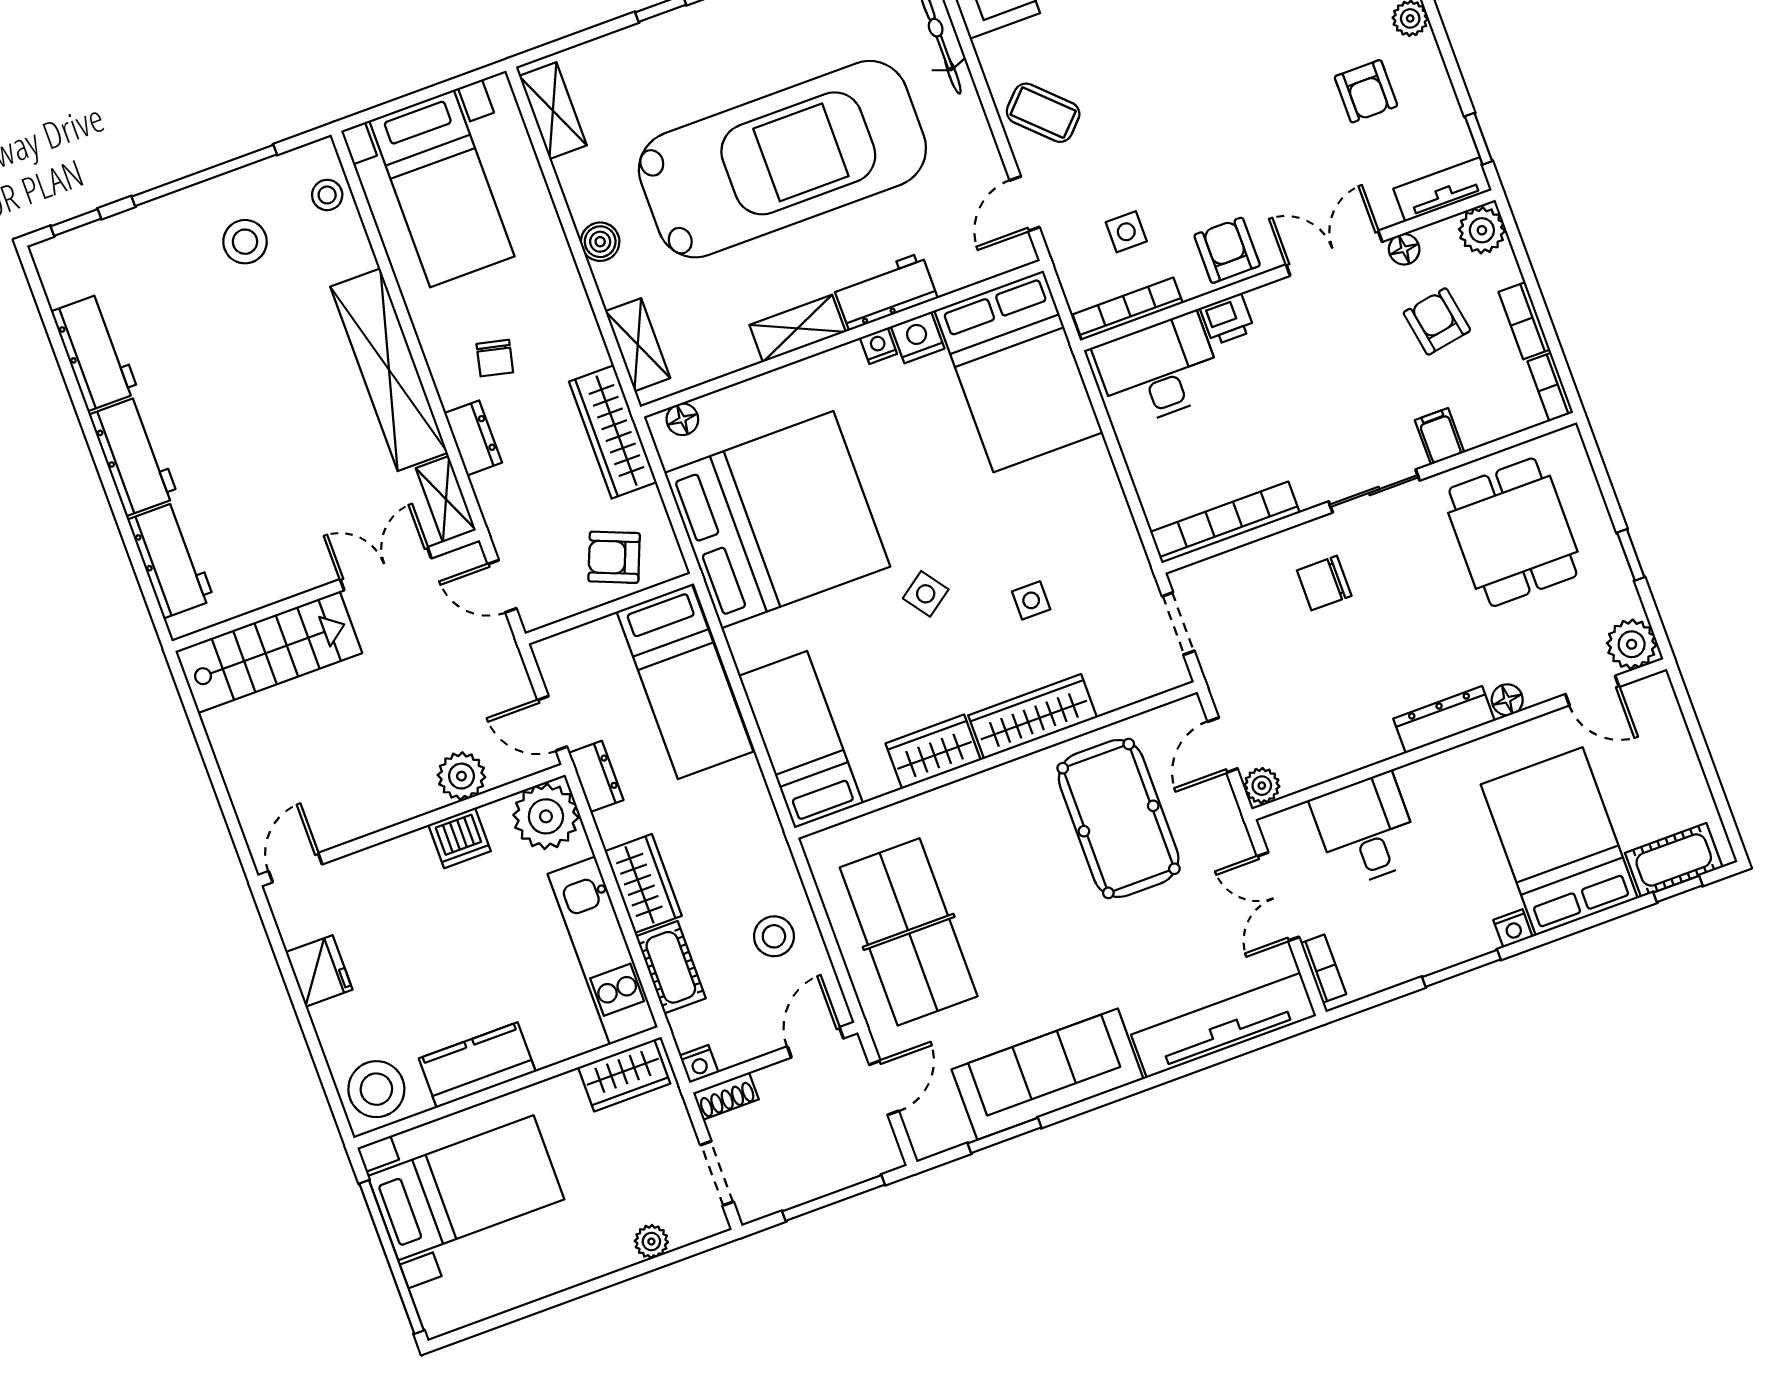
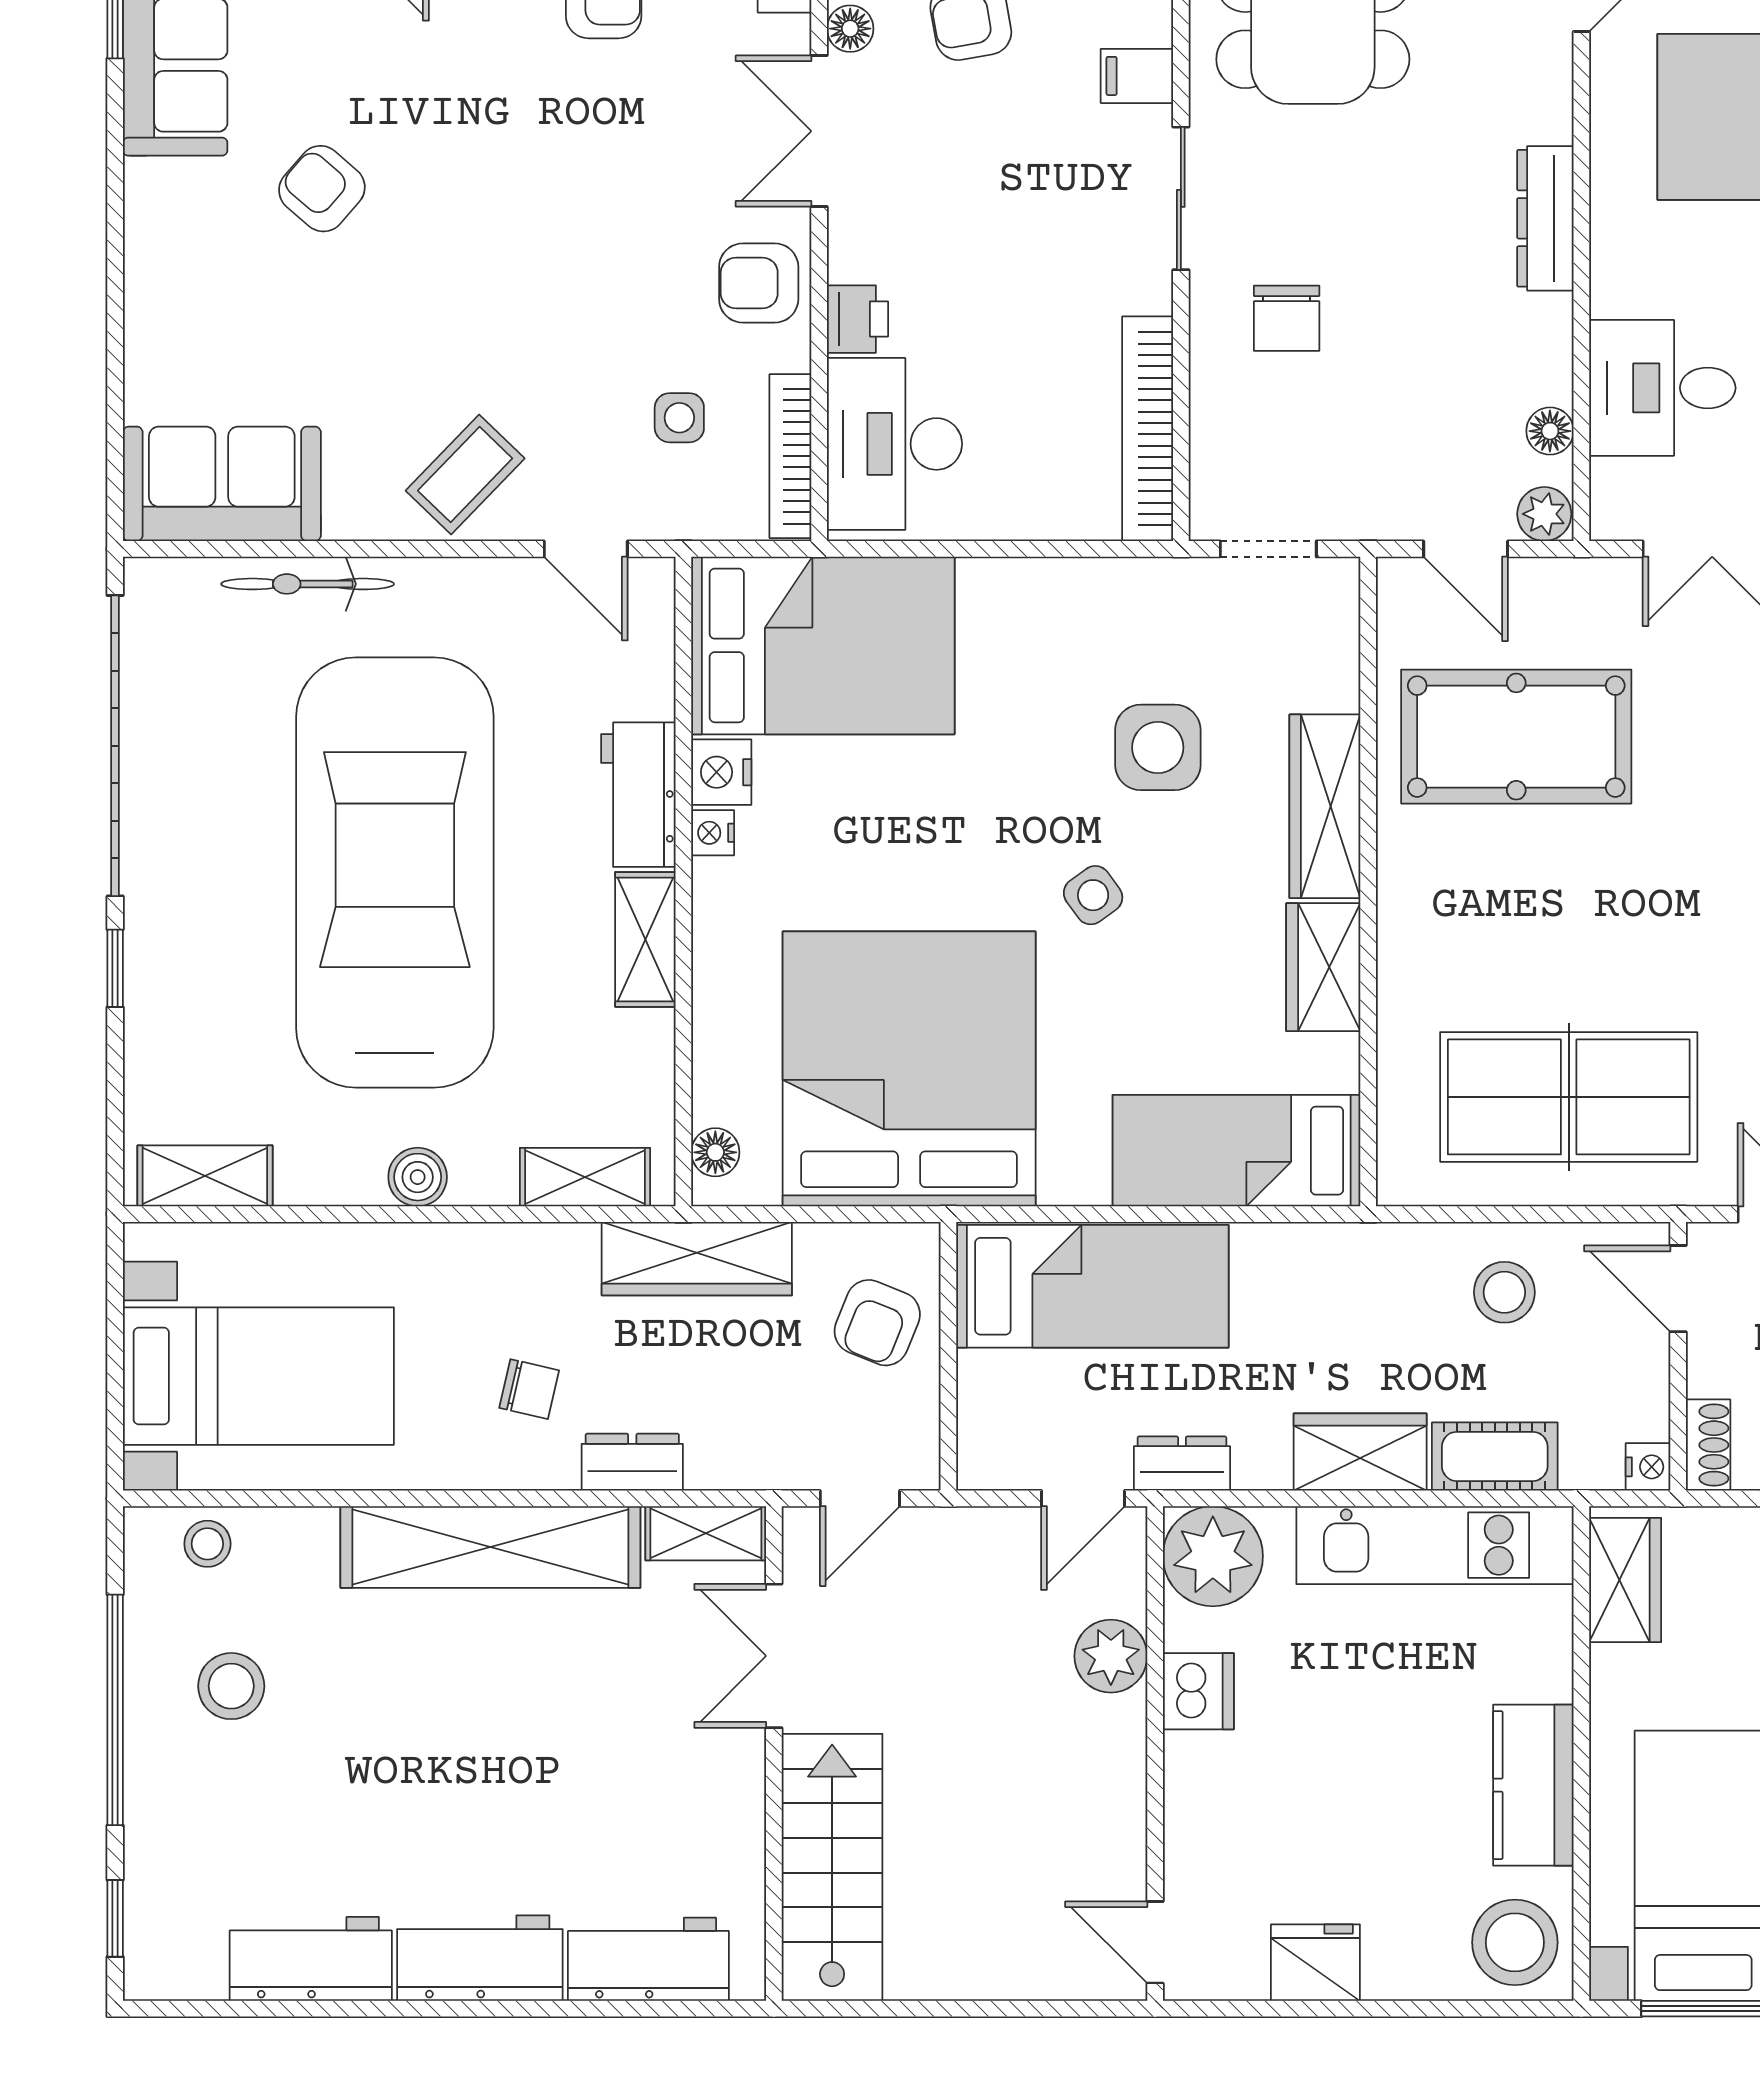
side table: (1031, 600) -> (1158, 747), width x1.87, depth x1.87
floor lamp: (1507, 700) -> (1550, 431), moved

